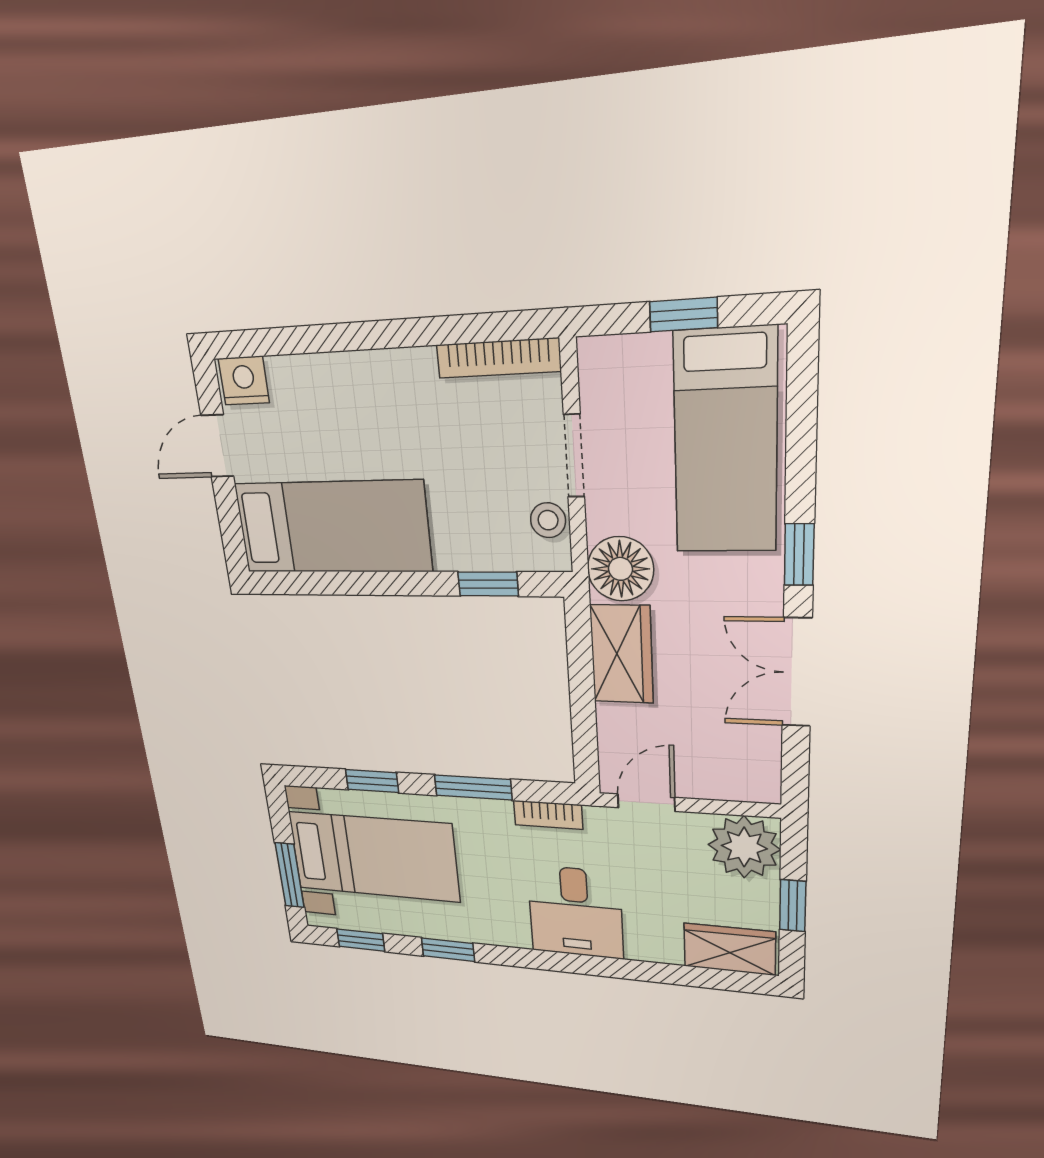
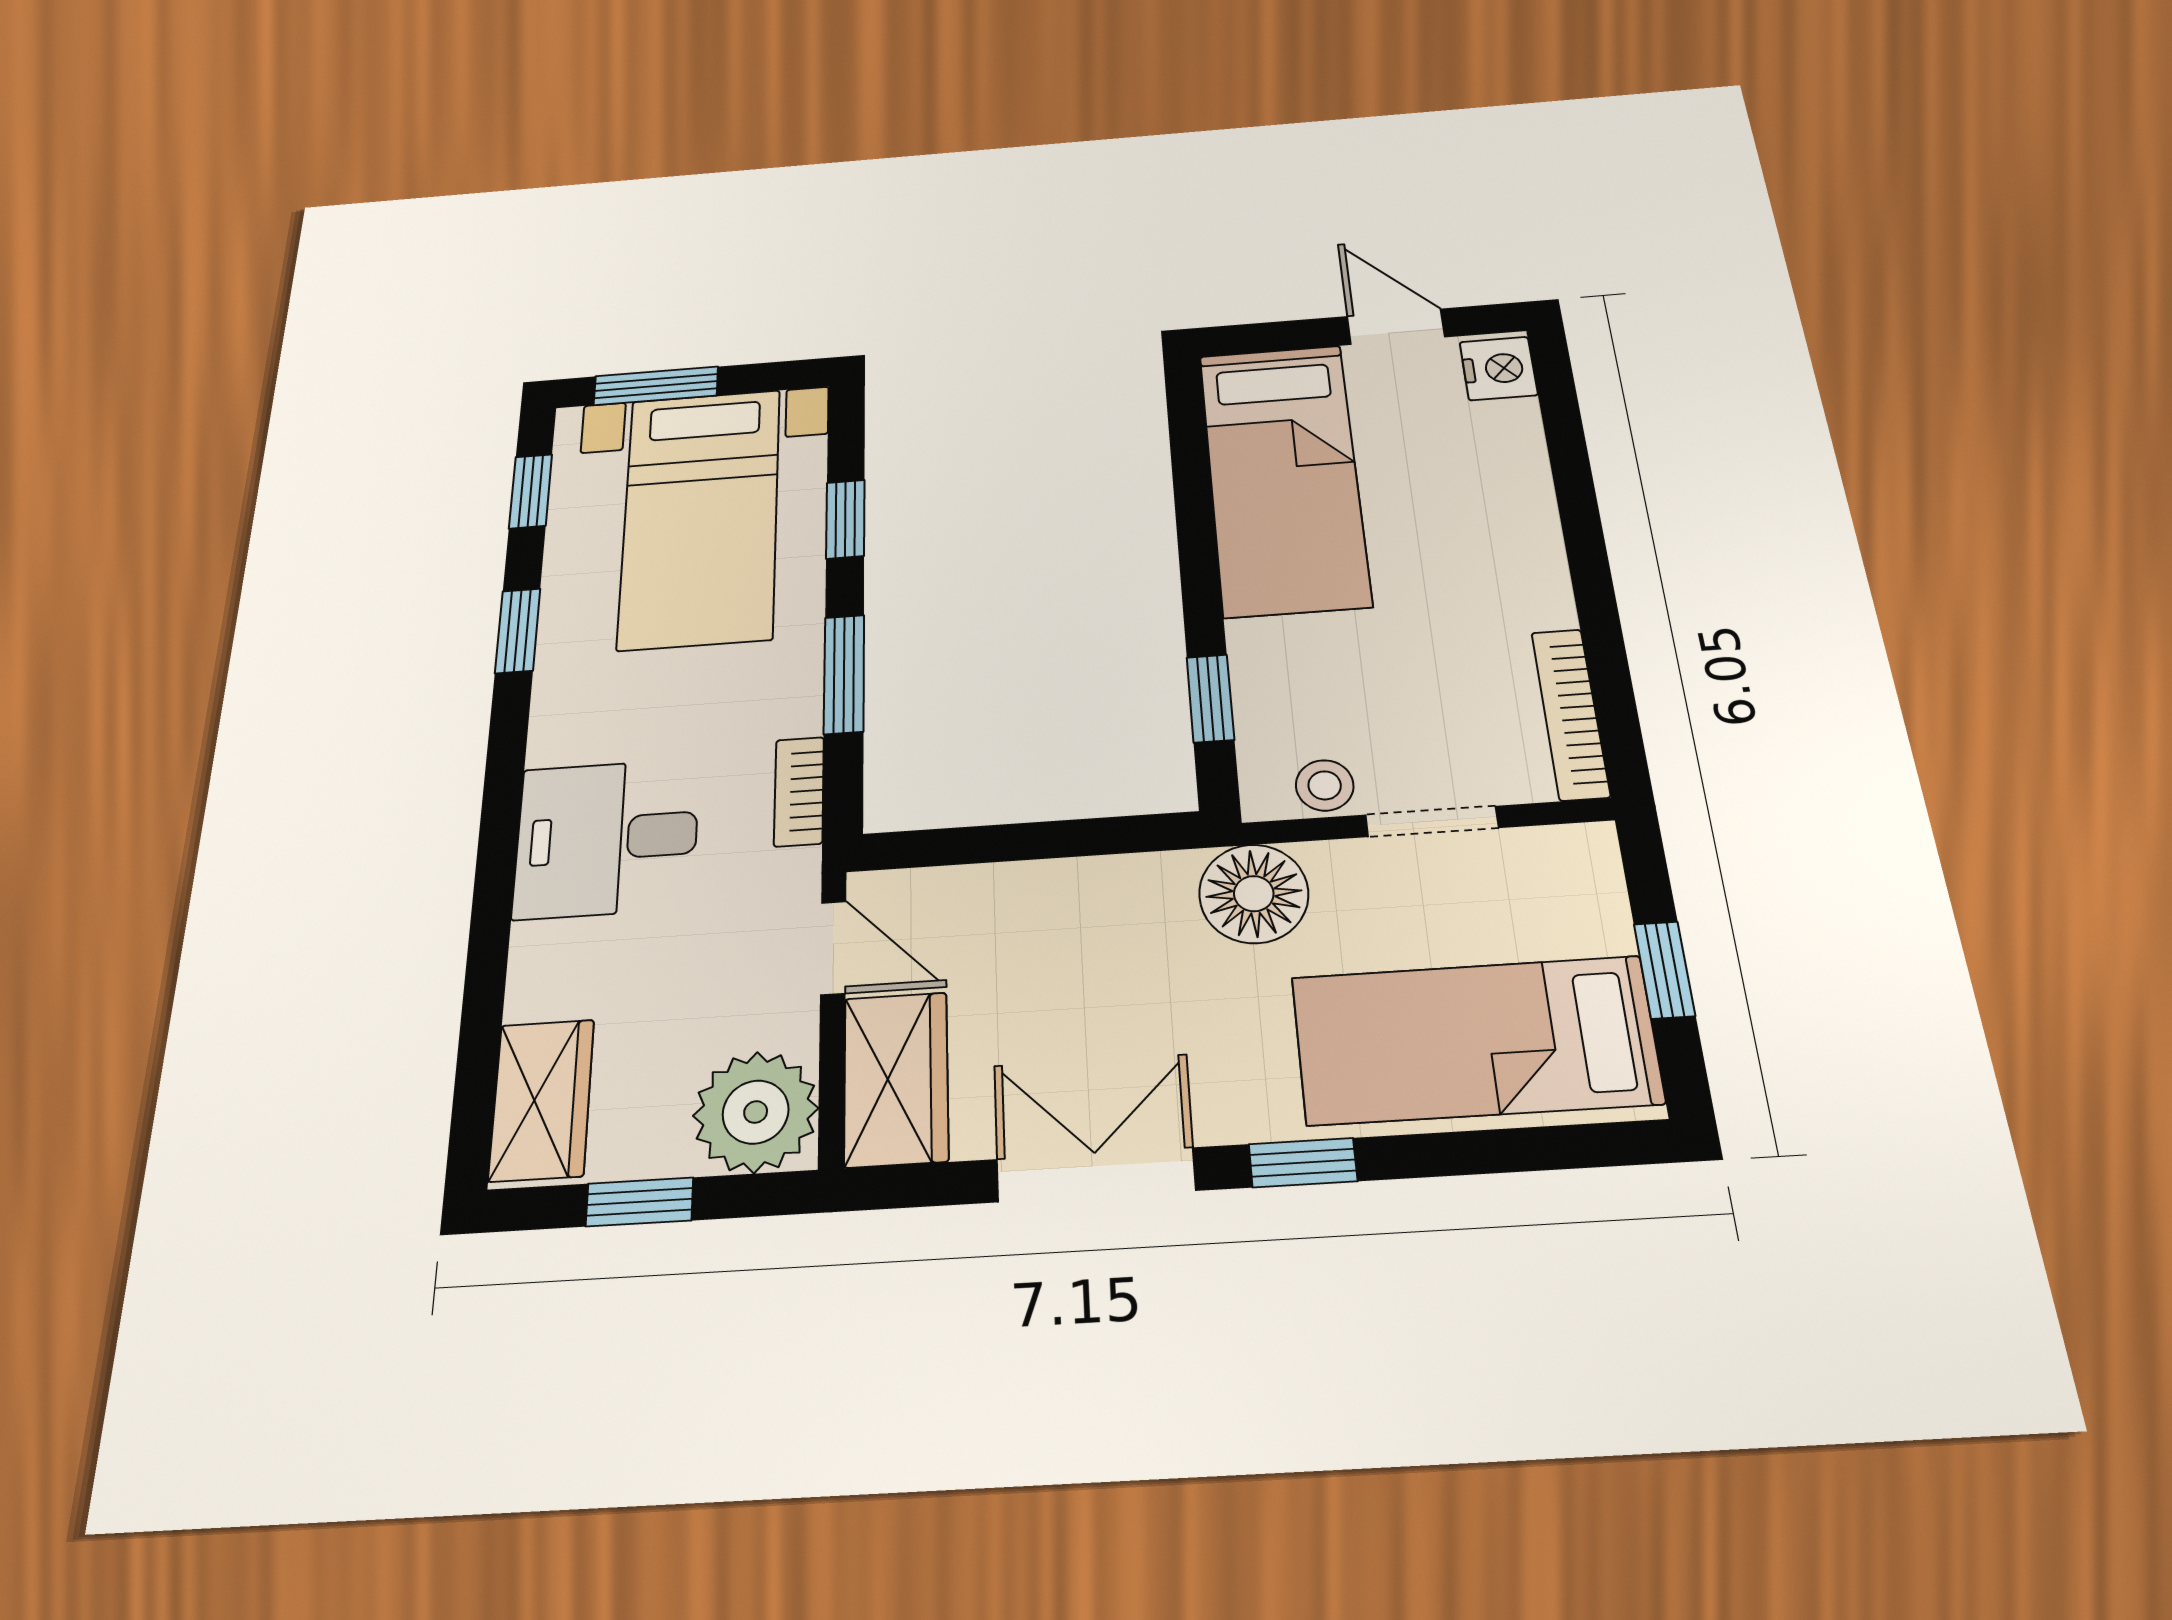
wardrobe: (622, 654) -> (896, 1079), moved, turned -90

